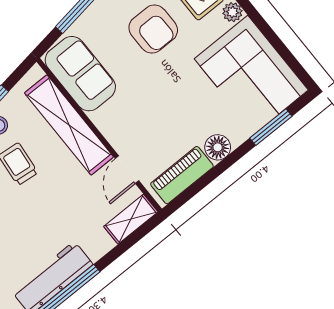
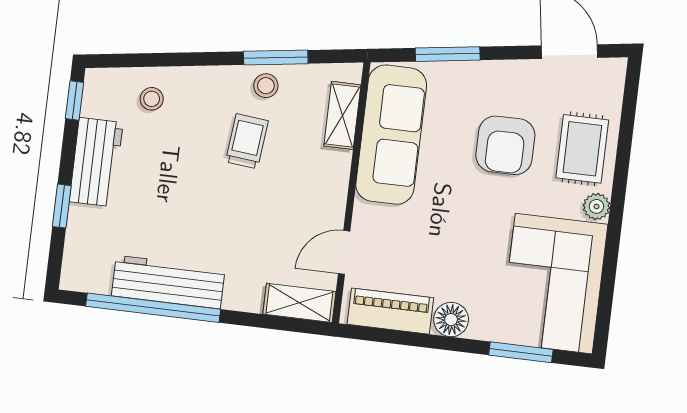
sofa: (80, 74) -> (391, 135), width x1.36
shelving: (69, 125) -> (342, 115), width x0.45, depth x0.75

